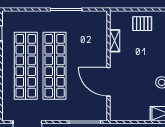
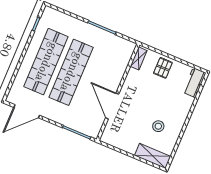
pallet: (142, 24) -> (163, 68), turned 90
shelving: (115, 41) -> (139, 58), moved

